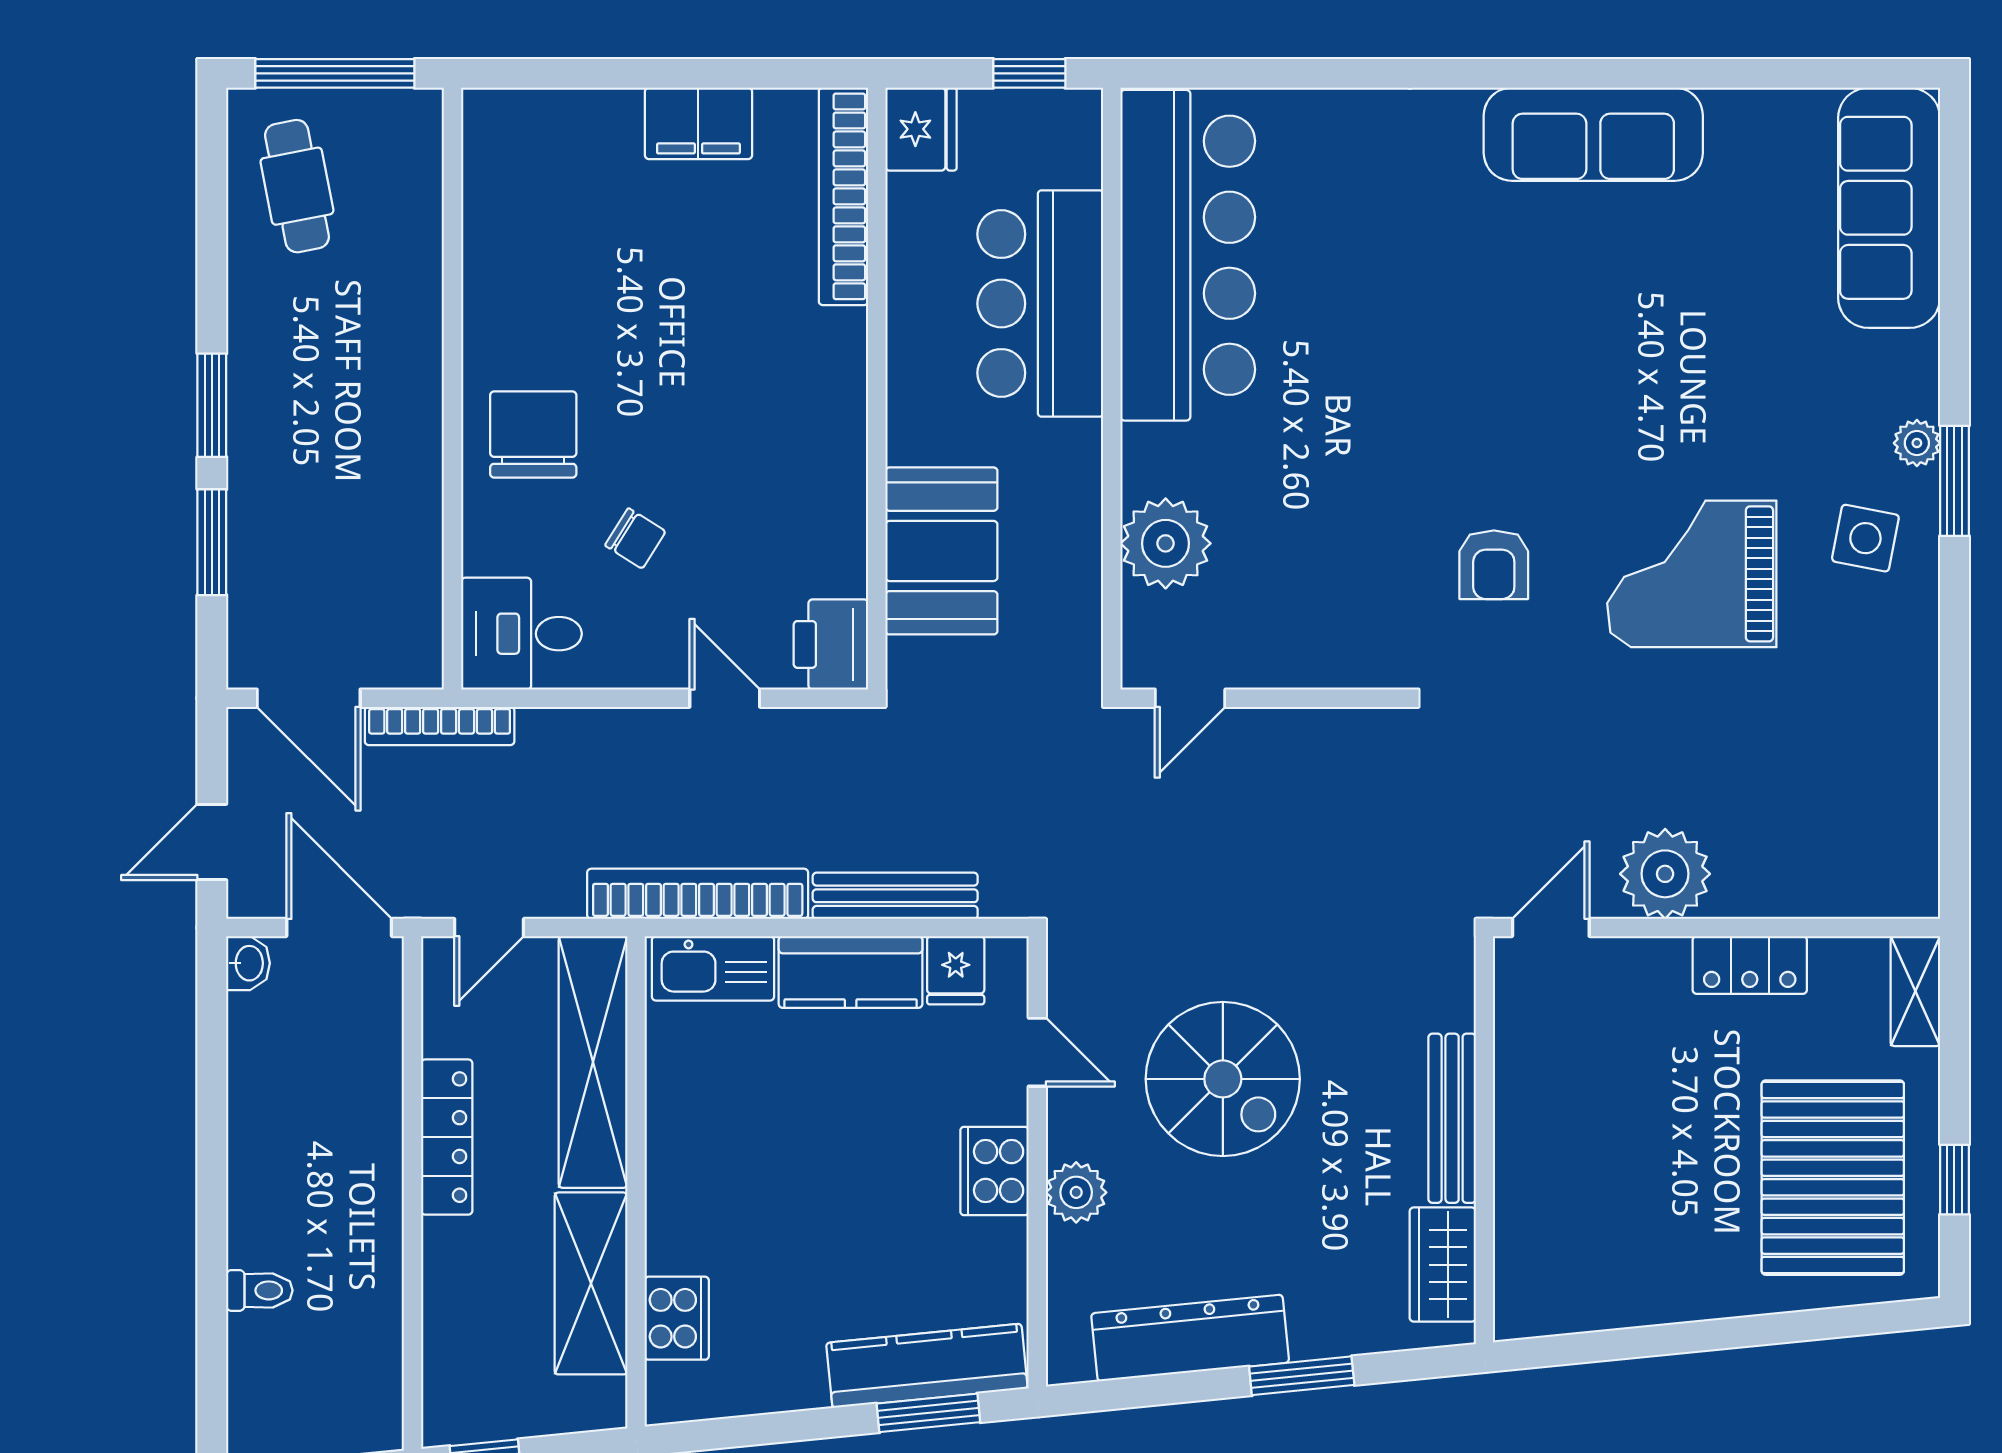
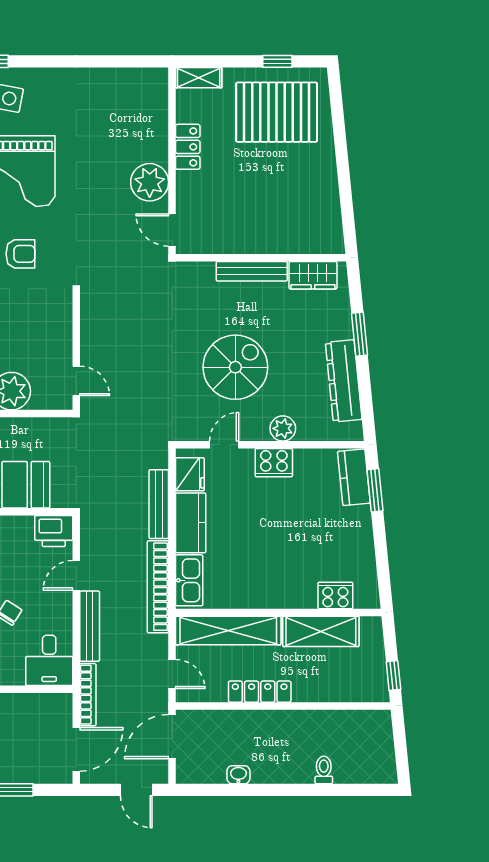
bench: (603, 730) -> (90, 626), added
washbasin: (248, 963) -> (238, 775), moved
fridge: (956, 970) -> (190, 474), width x1.38
kitchen counter: (927, 1366) -> (354, 477), width x0.67

